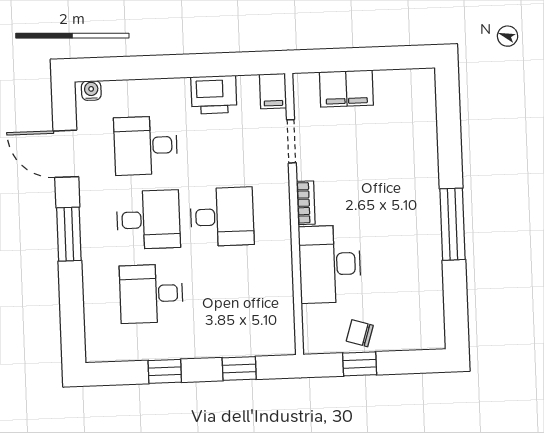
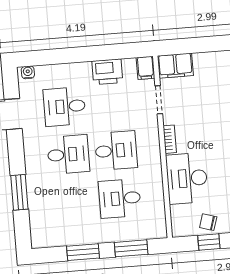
filing cabinet: (346, 89) -> (175, 66), moved
window: (69, 234) -> (19, 192), moved
desk: (151, 294) -> (120, 198), moved
window: (239, 368) -> (131, 248), width x1.50
window: (165, 371) -> (83, 252), width x1.50

